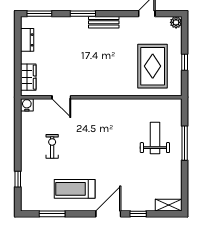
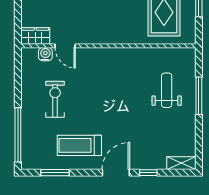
wardrobe: (28, 77) -> (35, 36), moved, turned -90
water cooler: (27, 105) -> (45, 54), moved
exercise bike: (52, 146) -> (55, 99), width x1.38, depth x1.39
window: (18, 179) -> (18, 135), width x3.17

